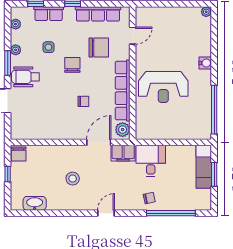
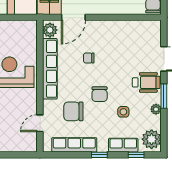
plant: (16, 24) -> (152, 139), width x1.88, depth x1.88

